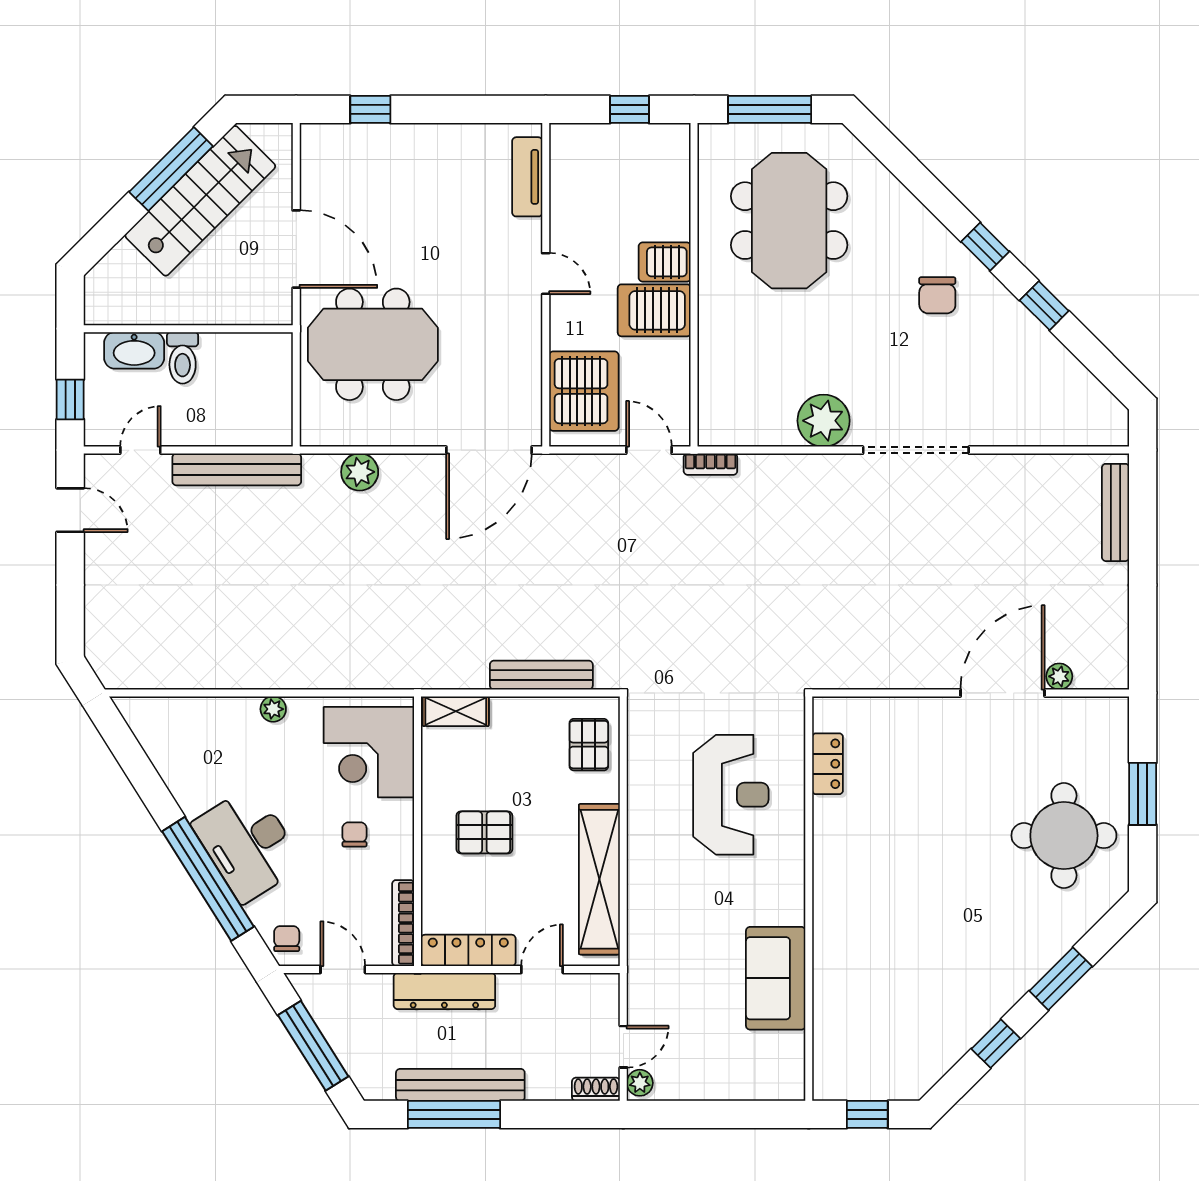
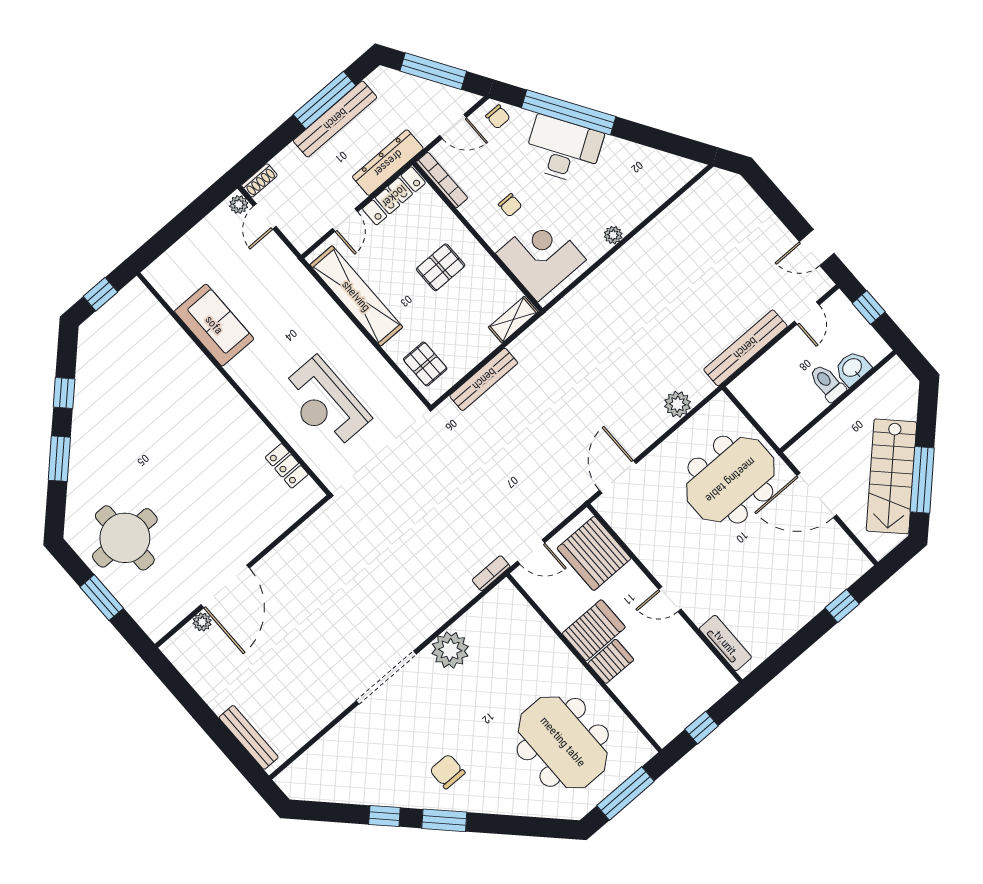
window: (985, 247) -> (444, 820), width x1.50
washbasin: (134, 350) -> (853, 368), width x0.72
door: (489, 450) -> (618, 477), width x0.73

